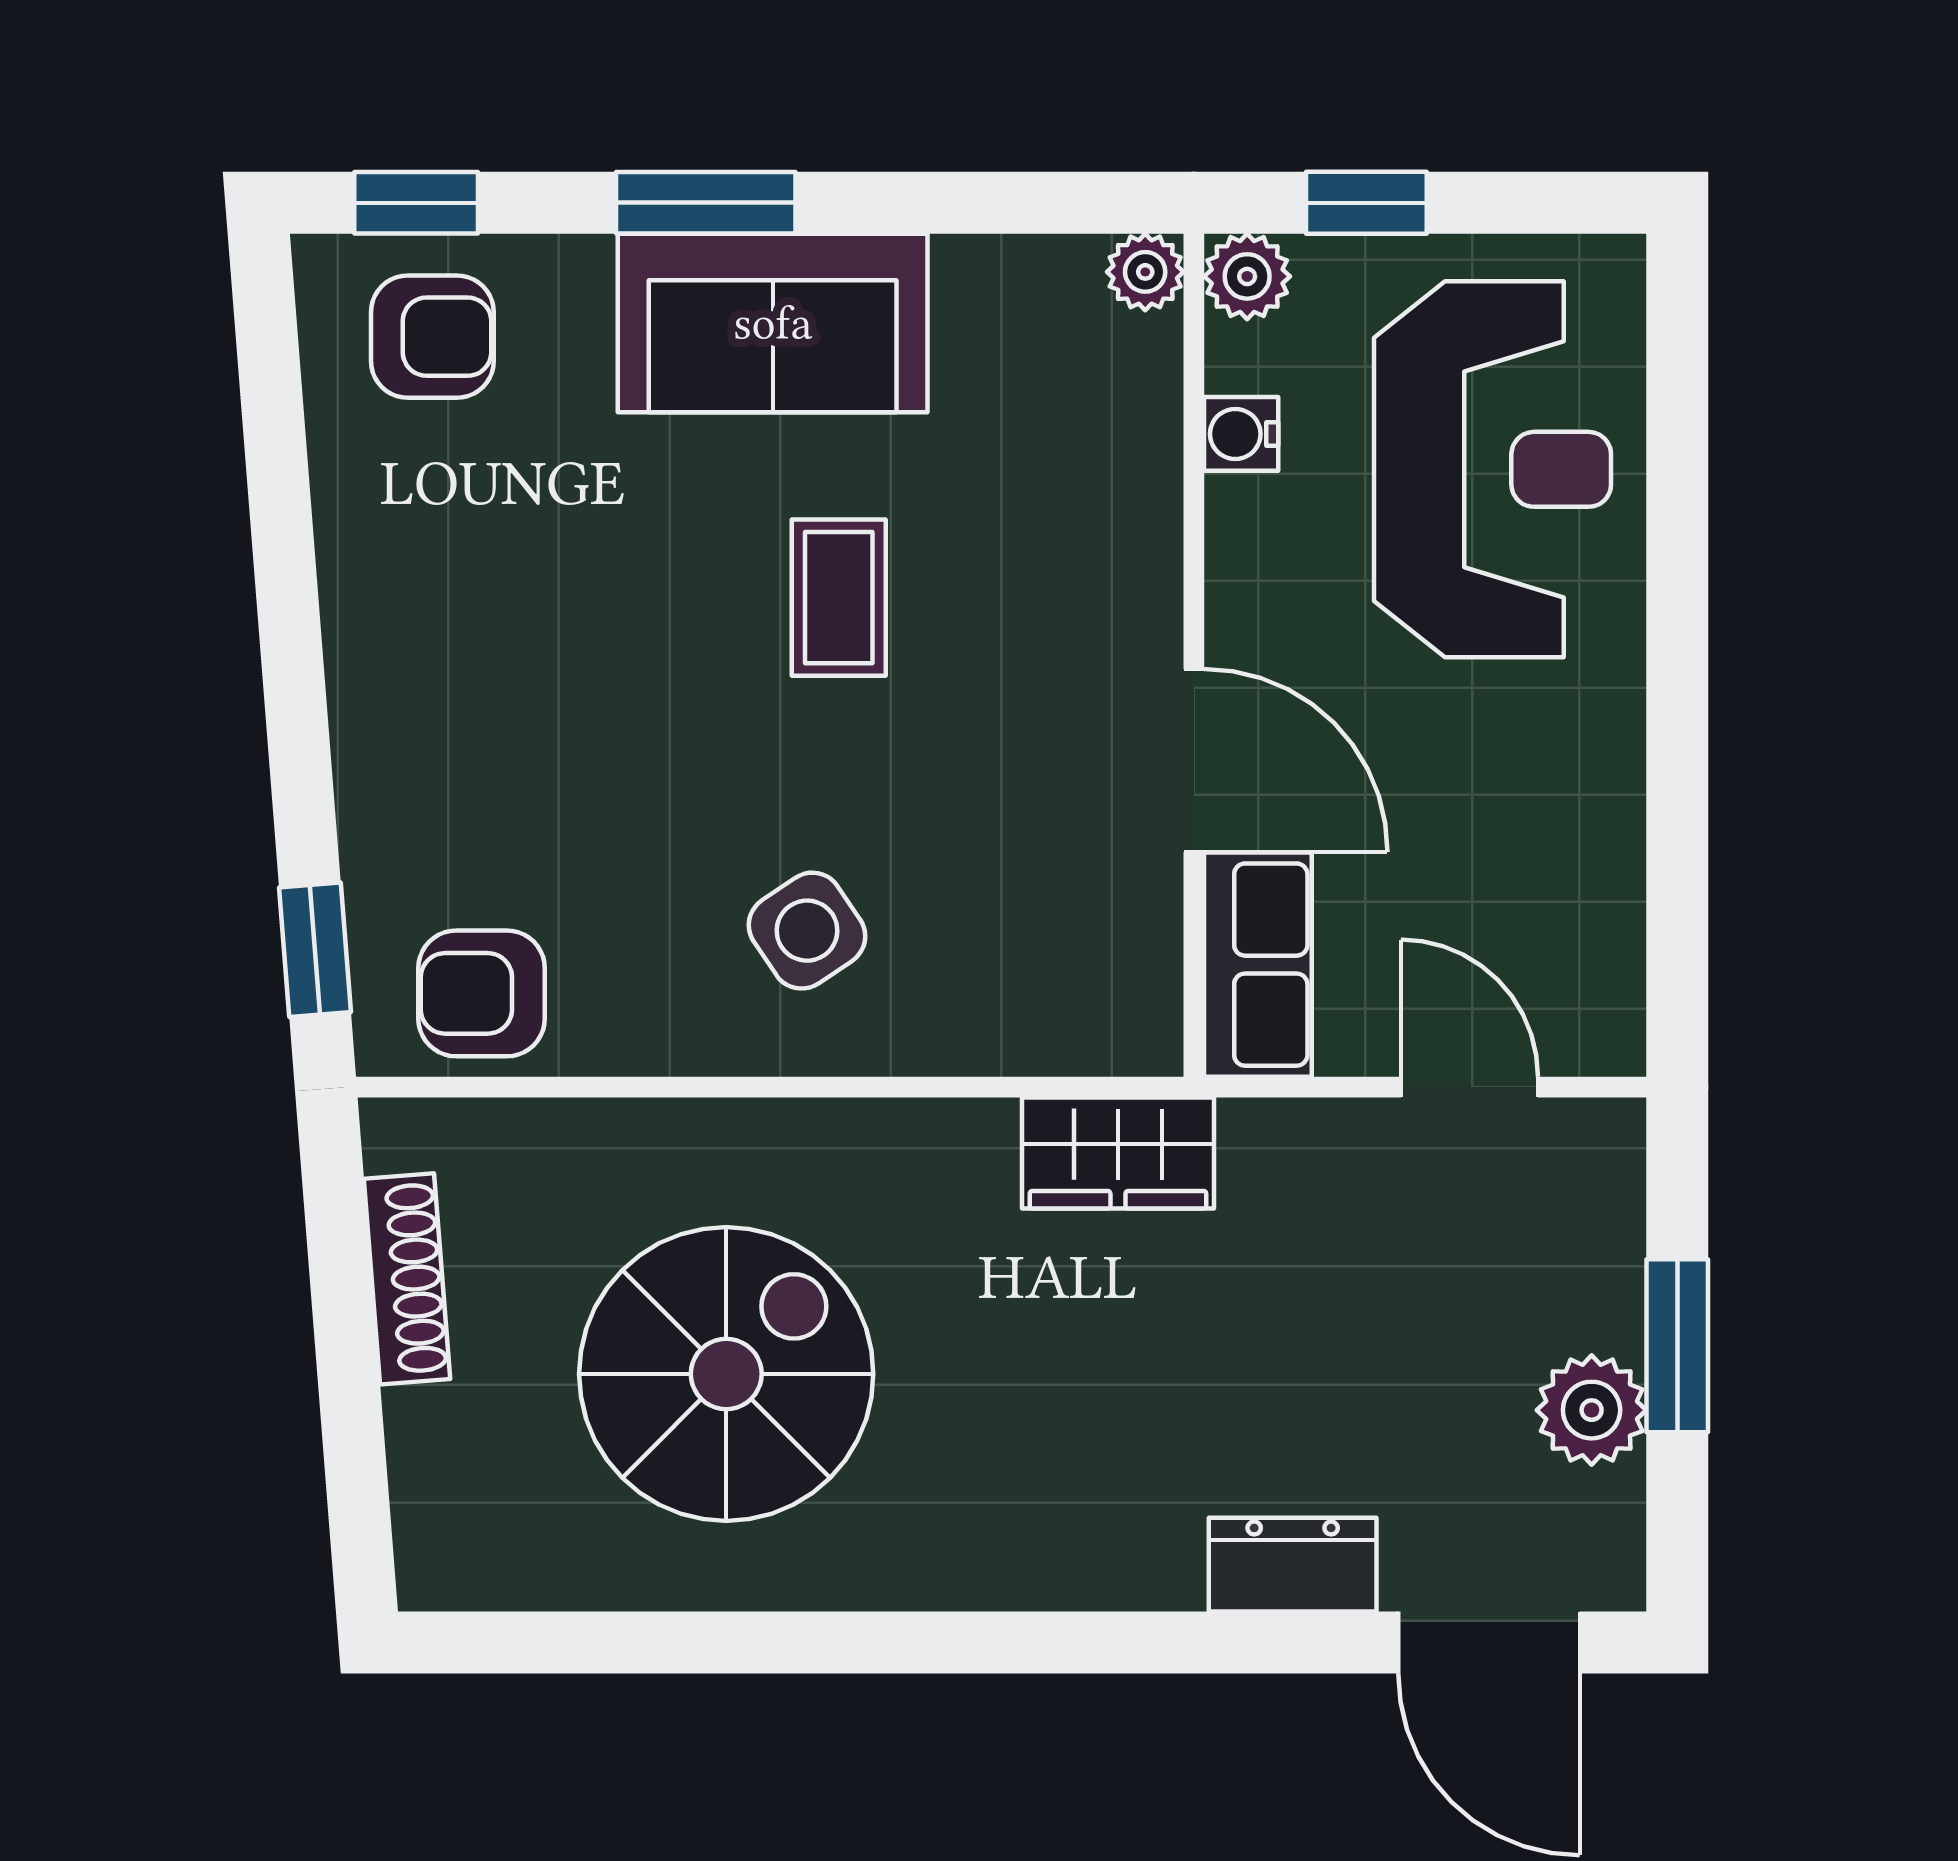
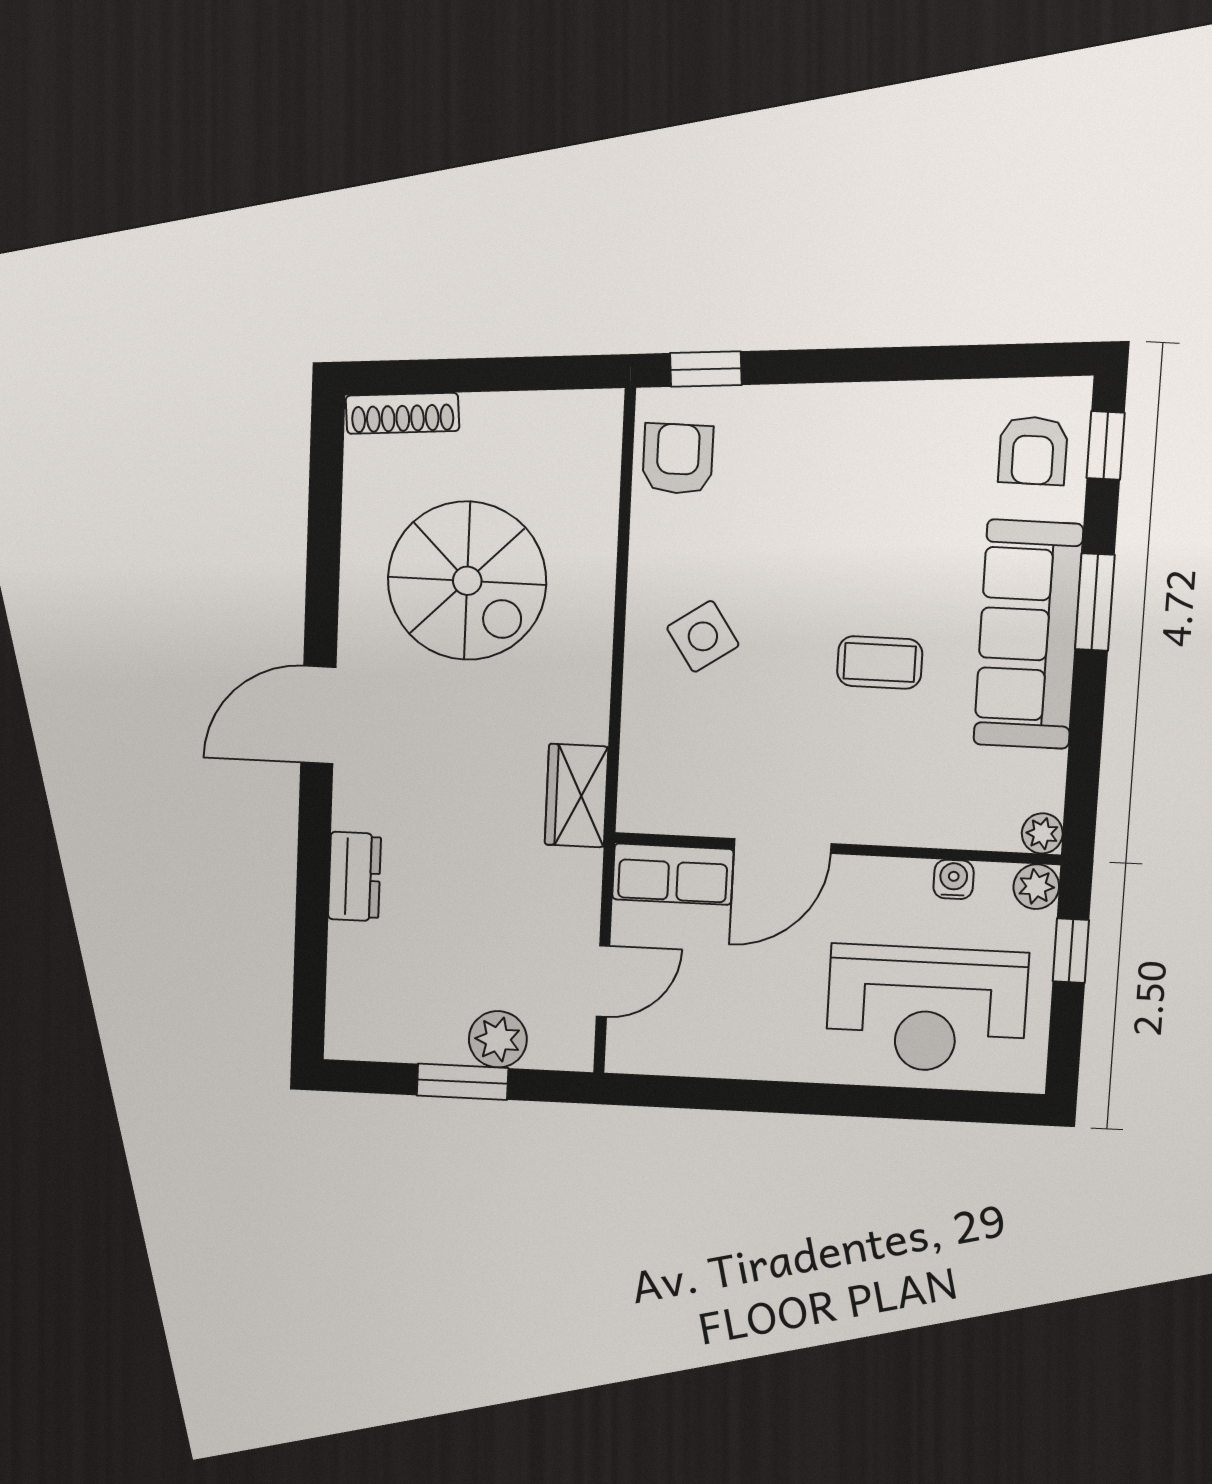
sofa: (773, 323) -> (1028, 635), width x1.36
shoe rack: (407, 1279) -> (403, 413), moved
plant: (1592, 1410) -> (498, 1039), moved
door: (1489, 1643) -> (318, 715), moved

